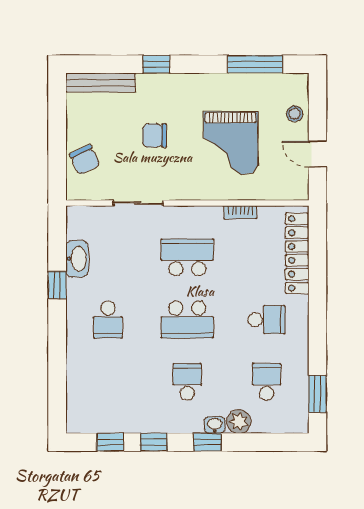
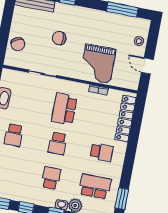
grand piano: (231, 143) -> (98, 64), moved
school desk: (187, 257) -> (64, 109), turned -90
school desk: (187, 320) -> (58, 144), width x0.54
school desk: (267, 382) -> (95, 186), width x1.85

